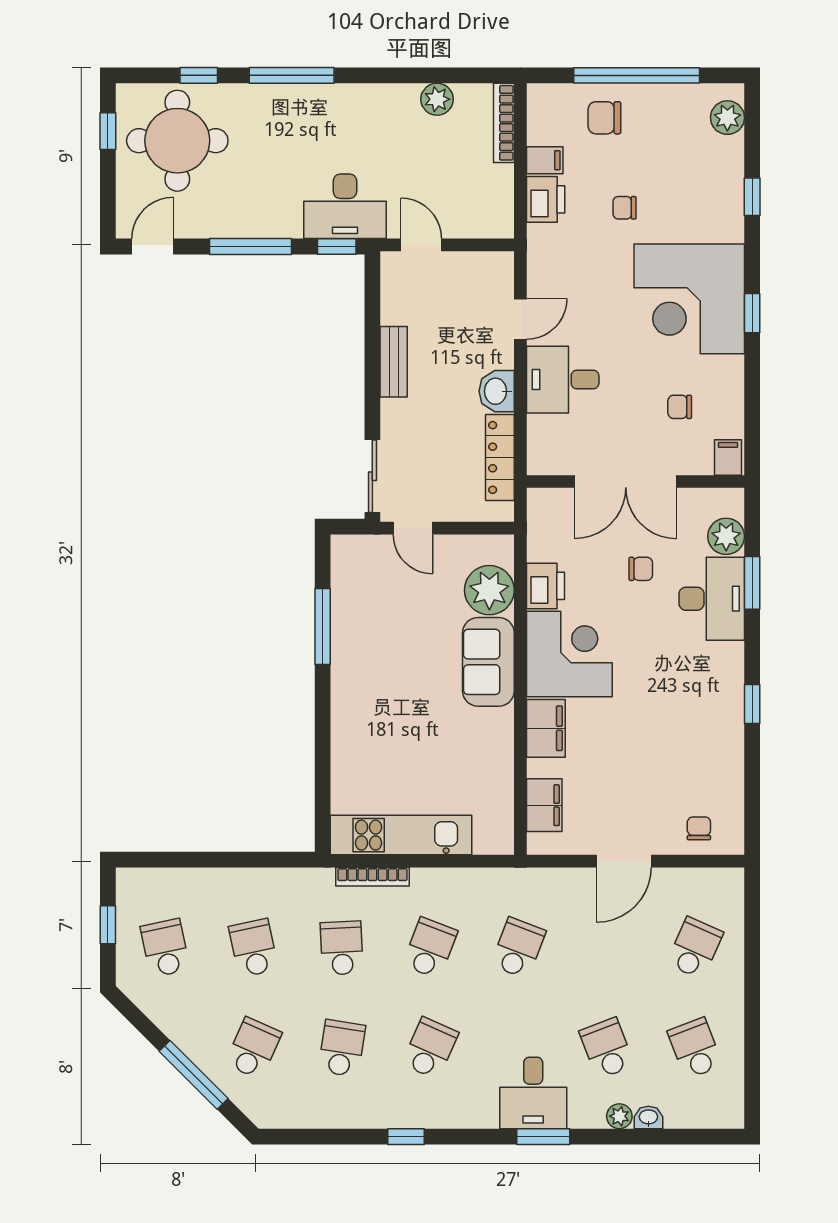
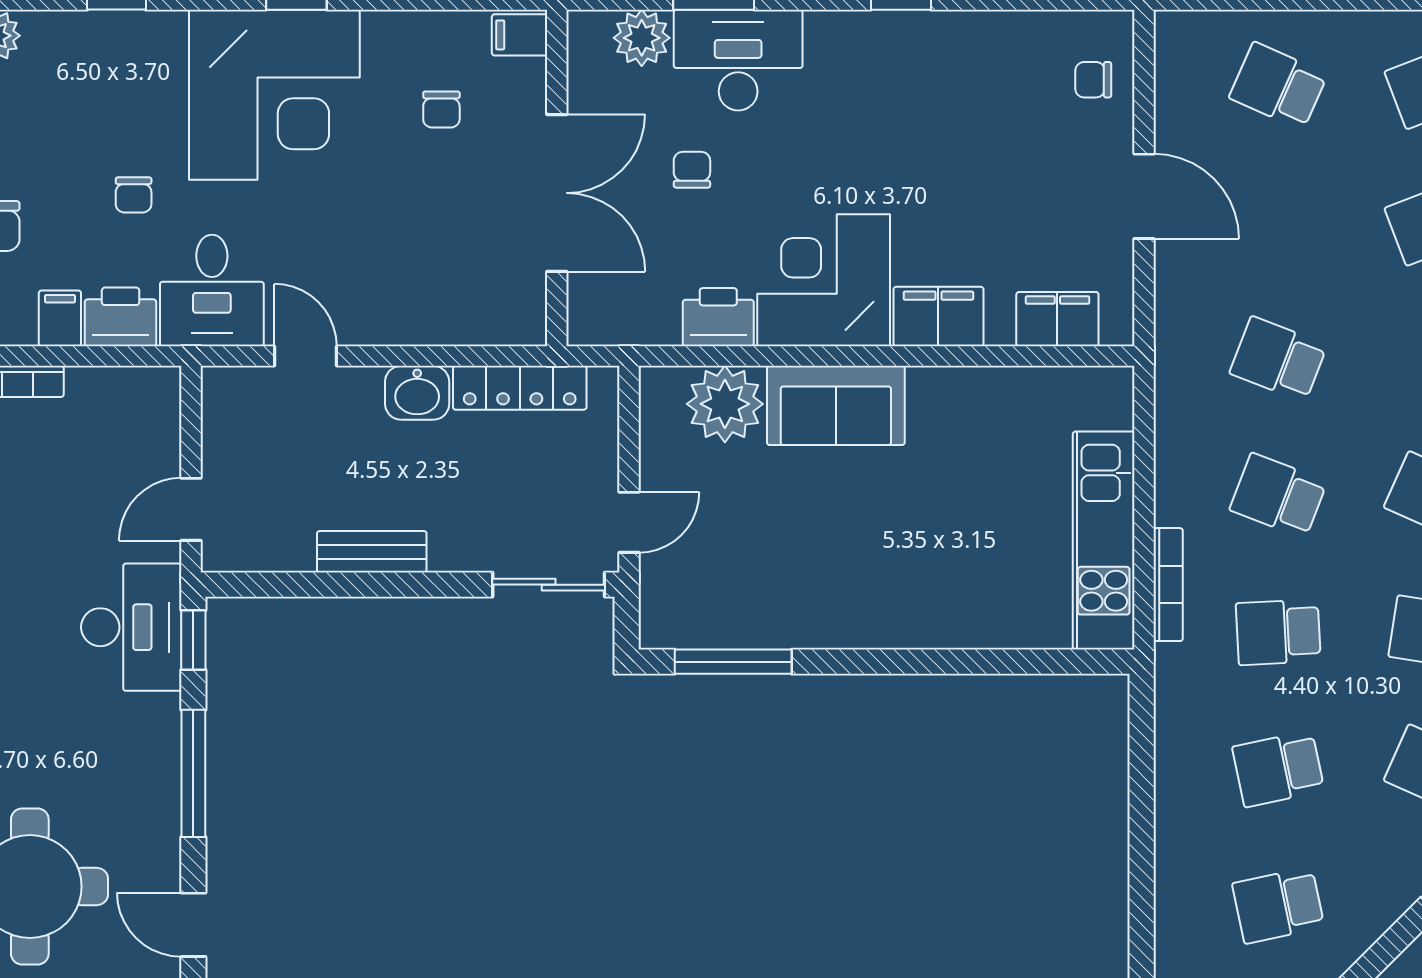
desk: (563, 380) -> (212, 291), moved
window: (323, 627) -> (733, 662), moved

